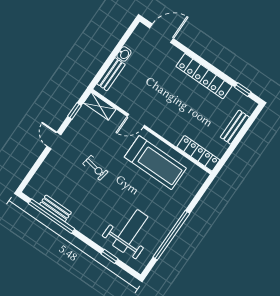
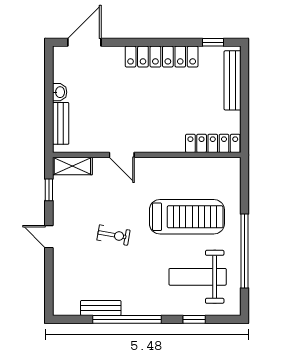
door: (136, 121) -> (122, 155), hinge flipped
bench: (235, 127) -> (232, 80), width x1.36
treadmill: (155, 163) -> (187, 217), moved
window: (51, 216) -> (127, 319), moved
weight bench: (130, 231) -> (198, 277), turned -90

